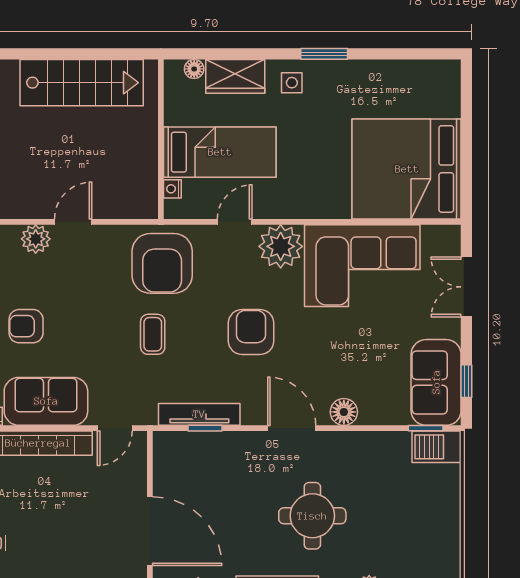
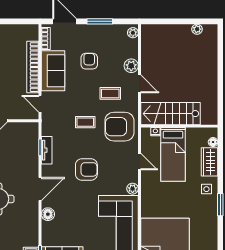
stairs: (82, 83) -> (170, 114), moved, turned 90
plant: (281, 246) -> (133, 189), width x0.53, depth x0.53
coffee table: (93, 282) -> (110, 93), added
tv unit: (199, 414) -> (47, 150), width x0.71

